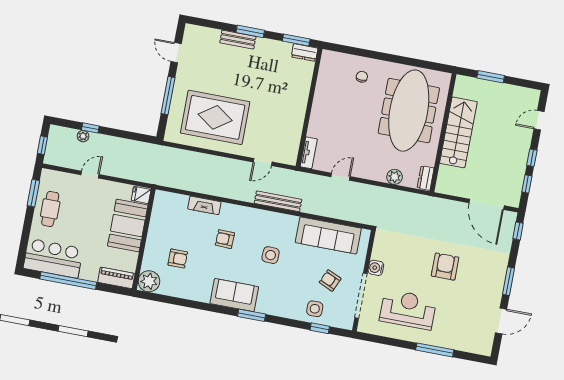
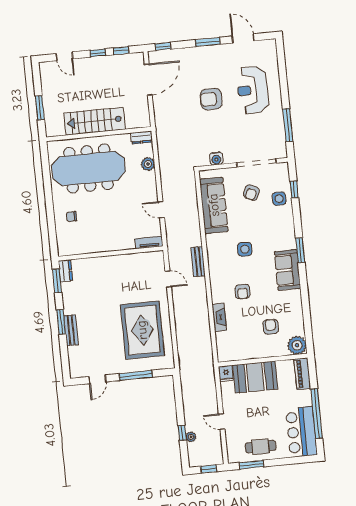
bench: (278, 201) -> (198, 262), width x0.73
water cooler: (376, 268) -> (216, 159), moved
reception desk: (408, 310) -> (253, 90), moved
window: (435, 350) -> (288, 125), moved

